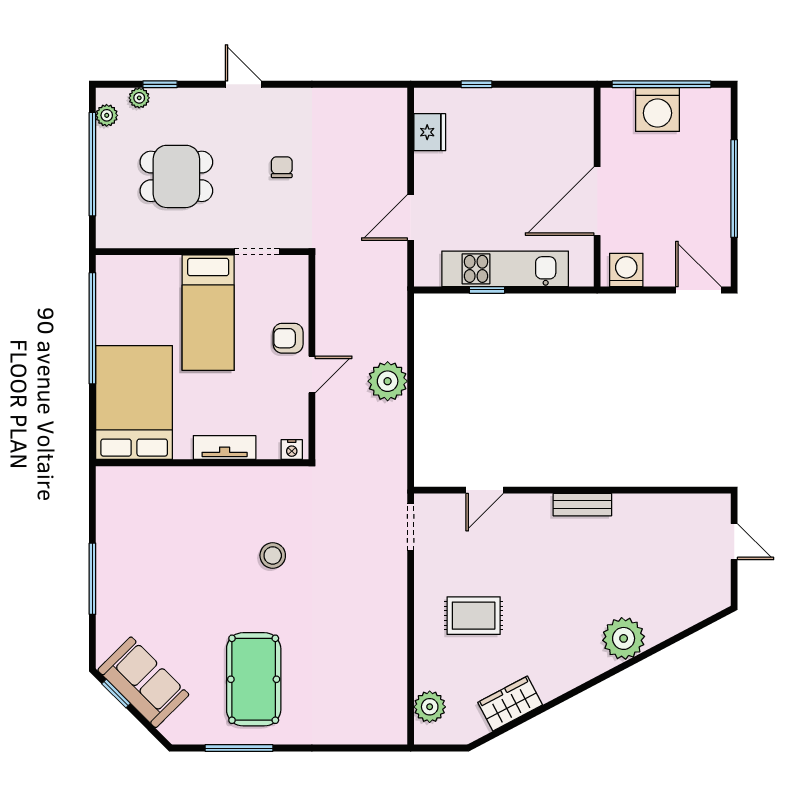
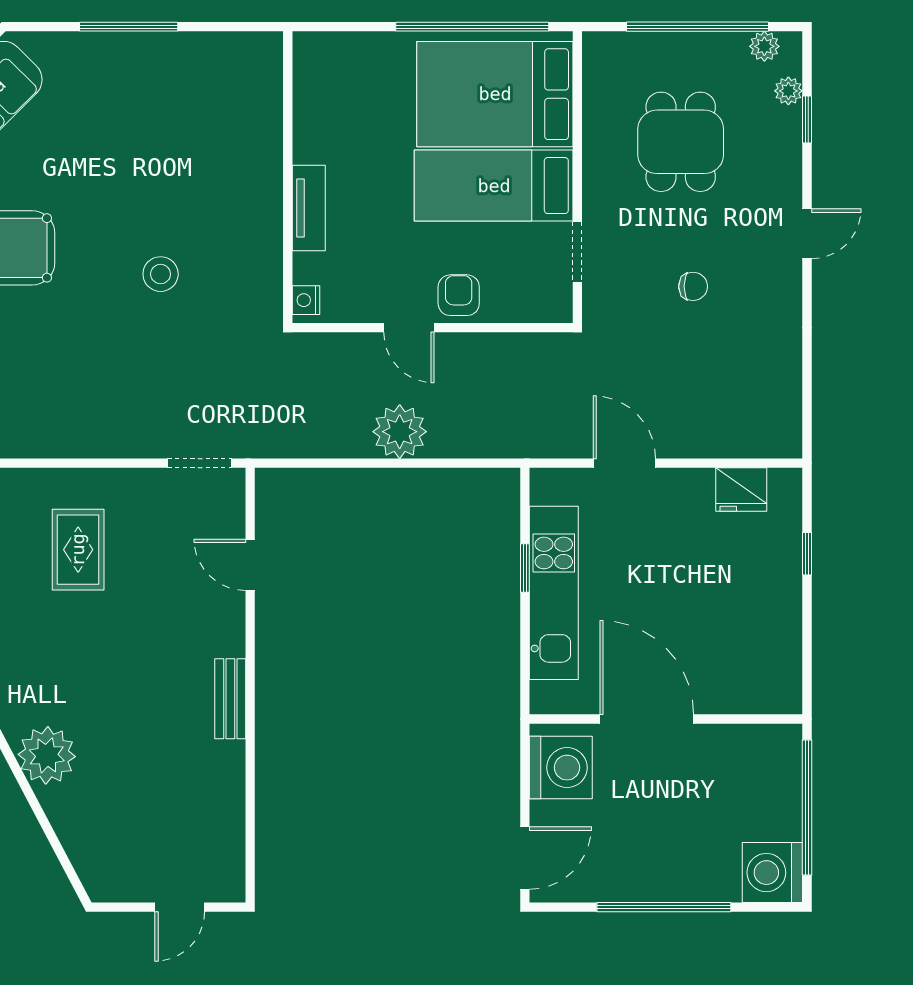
washing machine: (657, 110) -> (772, 873), moved
washing machine: (626, 270) -> (561, 768), width x1.37, depth x1.37
bed: (134, 403) -> (495, 94), moved, turned 180

